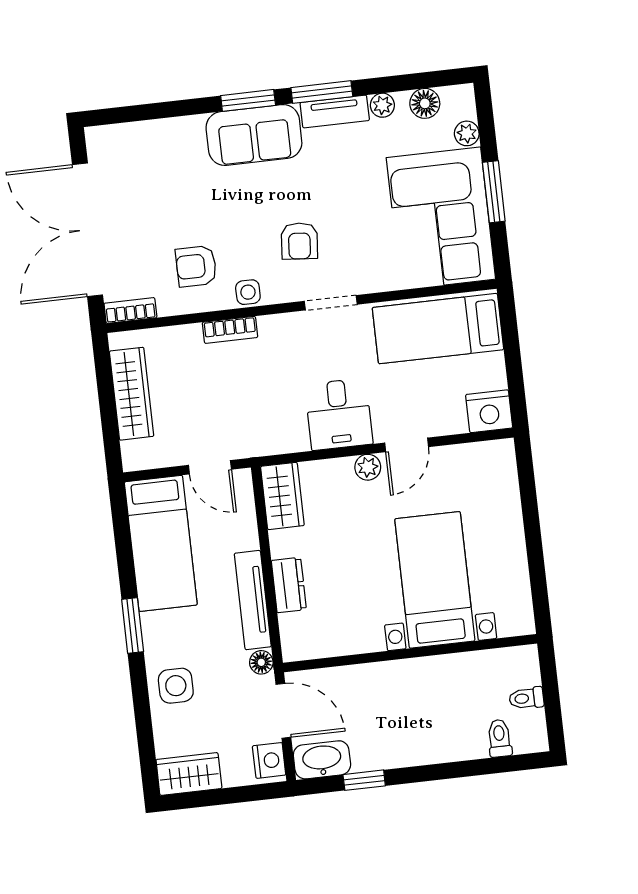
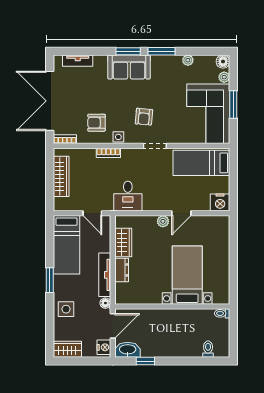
floor lamp: (425, 103) -> (223, 62), moved
tv unit: (335, 111) -> (78, 61), moved
desk: (339, 414) -> (128, 196), moved
wardrobe: (282, 496) -> (123, 243), moved
toilet: (526, 698) -> (222, 313), moved
door: (283, 711) -> (113, 326), hinge flipped

